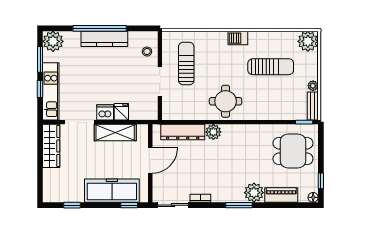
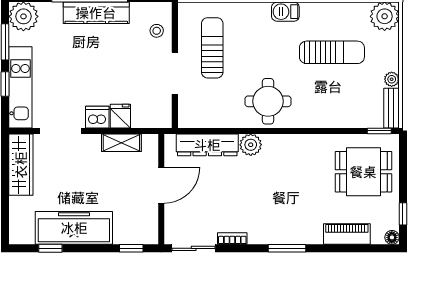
shelving: (115, 133) -> (121, 143), width x0.67, depth x0.75
freezer: (112, 191) -> (74, 228), moved
plant: (254, 193) -> (308, 231), removed

